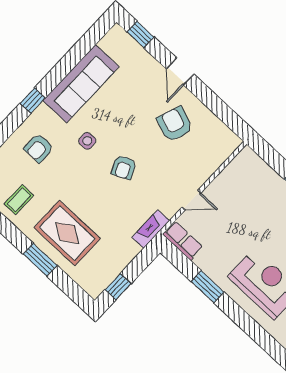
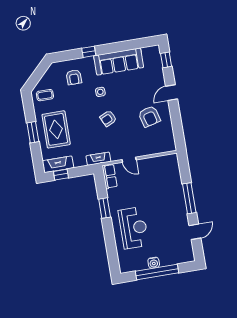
armchair: (175, 124) -> (149, 116), turned 145
armchair: (39, 148) -> (74, 77), turned -90
fireplace: (104, 276) -> (58, 164), added

